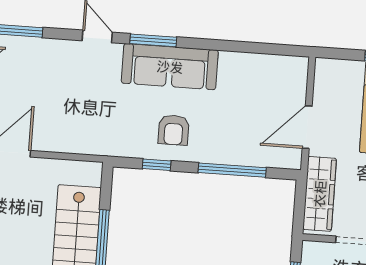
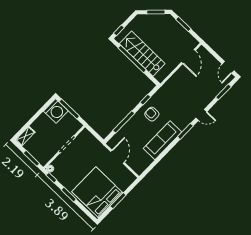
sofa: (170, 67) -> (163, 140), moved
wardrobe: (320, 194) -> (93, 143), removed

